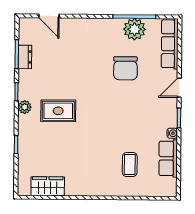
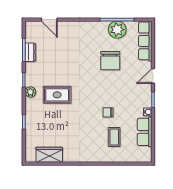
chair: (122, 133) -> (108, 112), added

